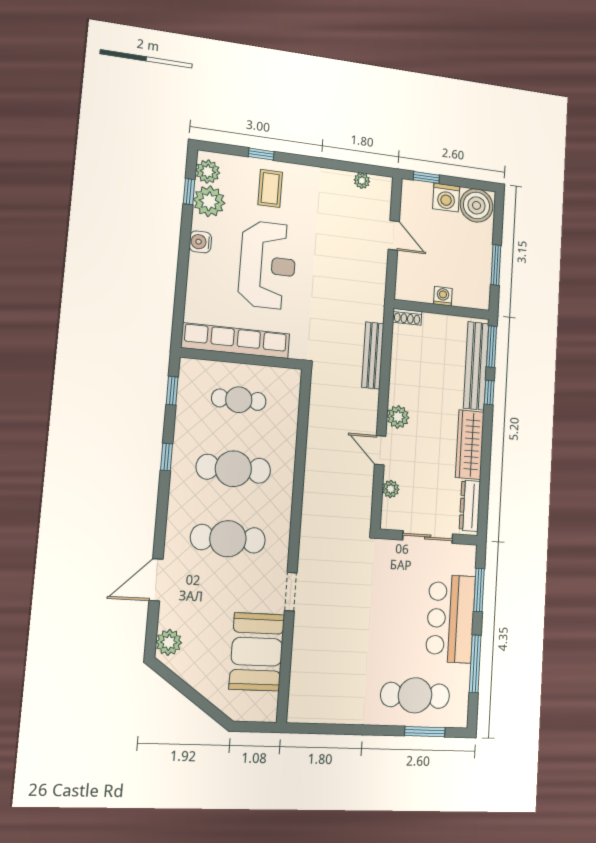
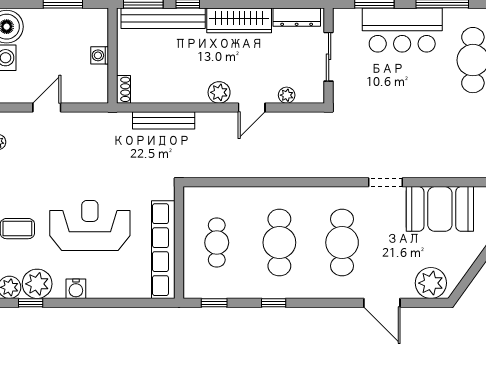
plant: (169, 642) -> (431, 283), width x1.36, depth x1.36

